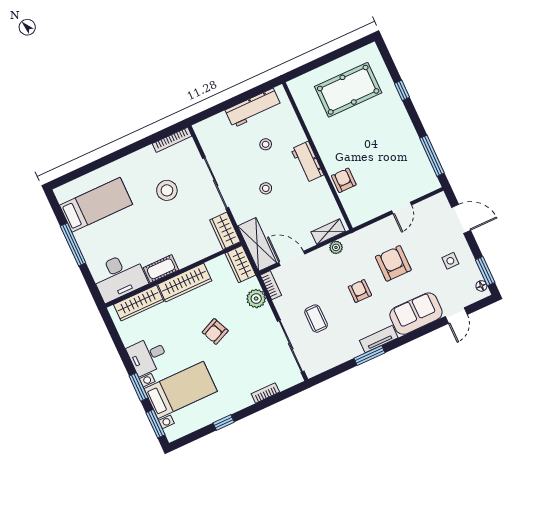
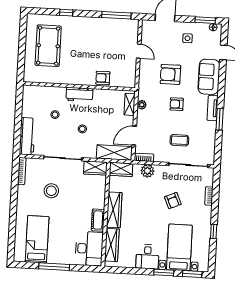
workbench: (253, 108) -> (27, 136), moved
armchair: (215, 331) -> (173, 201), moved

